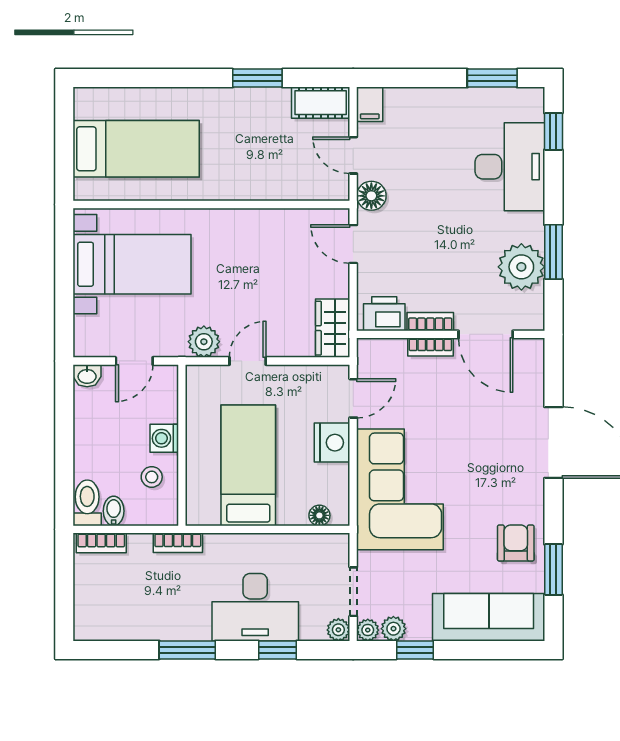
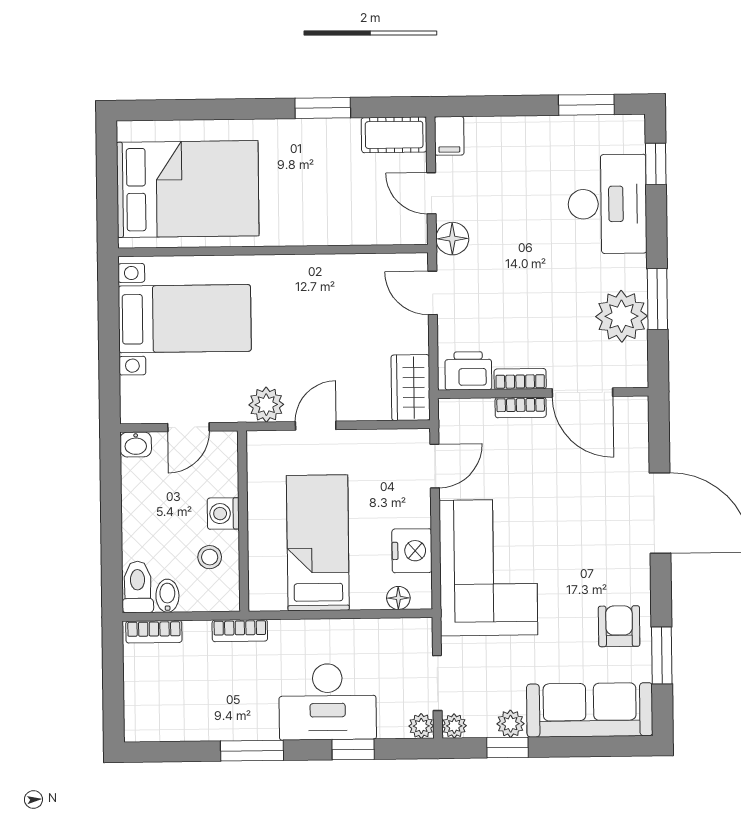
bed: (136, 149) -> (188, 189), width x1.50
nightstand: (332, 443) -> (412, 551), moved
plant: (393, 629) -> (511, 724), moved

